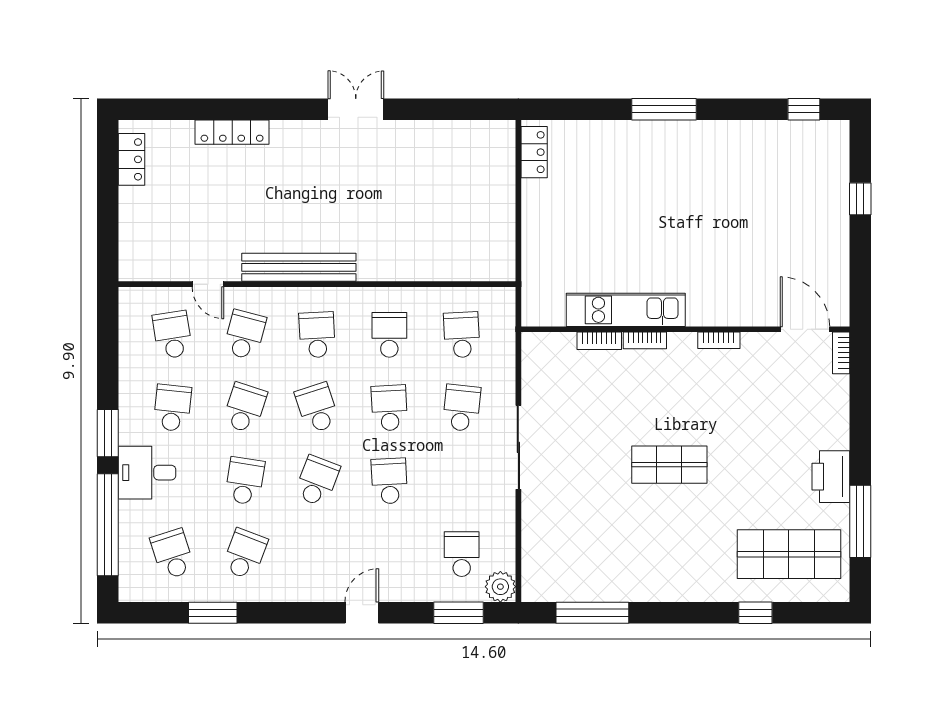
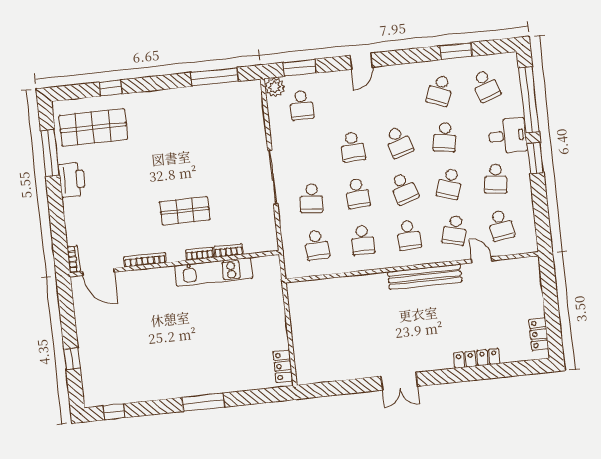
bookcase: (719, 340) -> (145, 260), width x1.56
shop shelf: (669, 465) -> (185, 211), moved
school desk: (317, 481) -> (399, 142), turned -39

